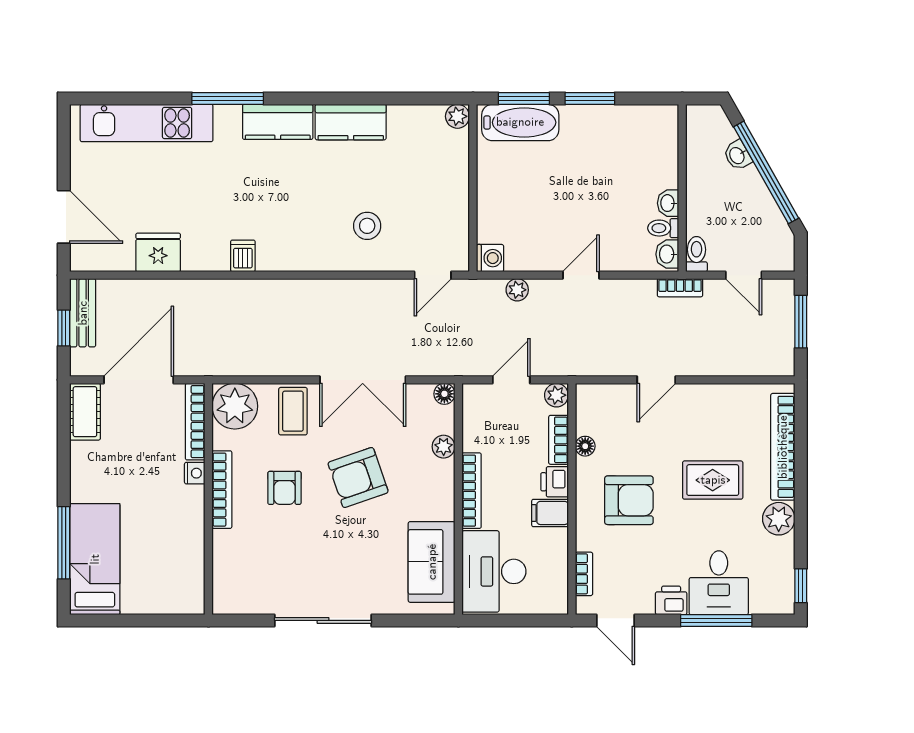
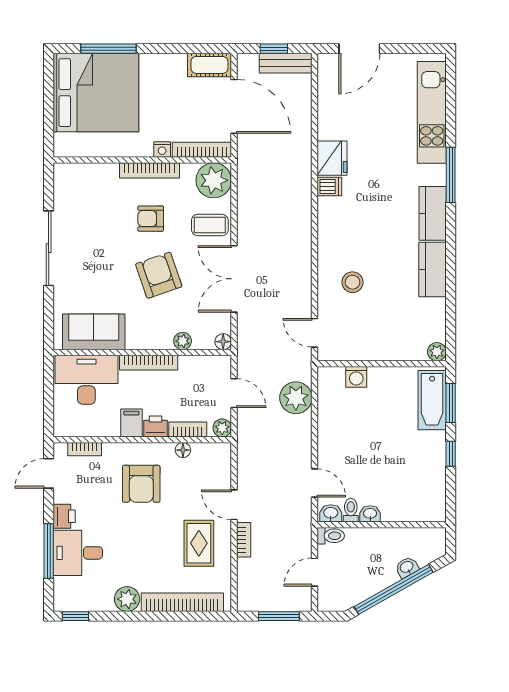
window: (590, 98) -> (451, 454), width x0.67
fridge: (158, 252) -> (332, 158), moved
washing machine: (490, 258) -> (356, 377), moved
door: (581, 275) -> (315, 483), moved
bookcase: (680, 288) -> (244, 540), moved, turned 180
plant: (517, 290) -> (296, 398), width x1.87, depth x1.87
rug: (713, 480) -> (199, 543), moved
bed: (95, 559) -> (96, 93), width x2.04

